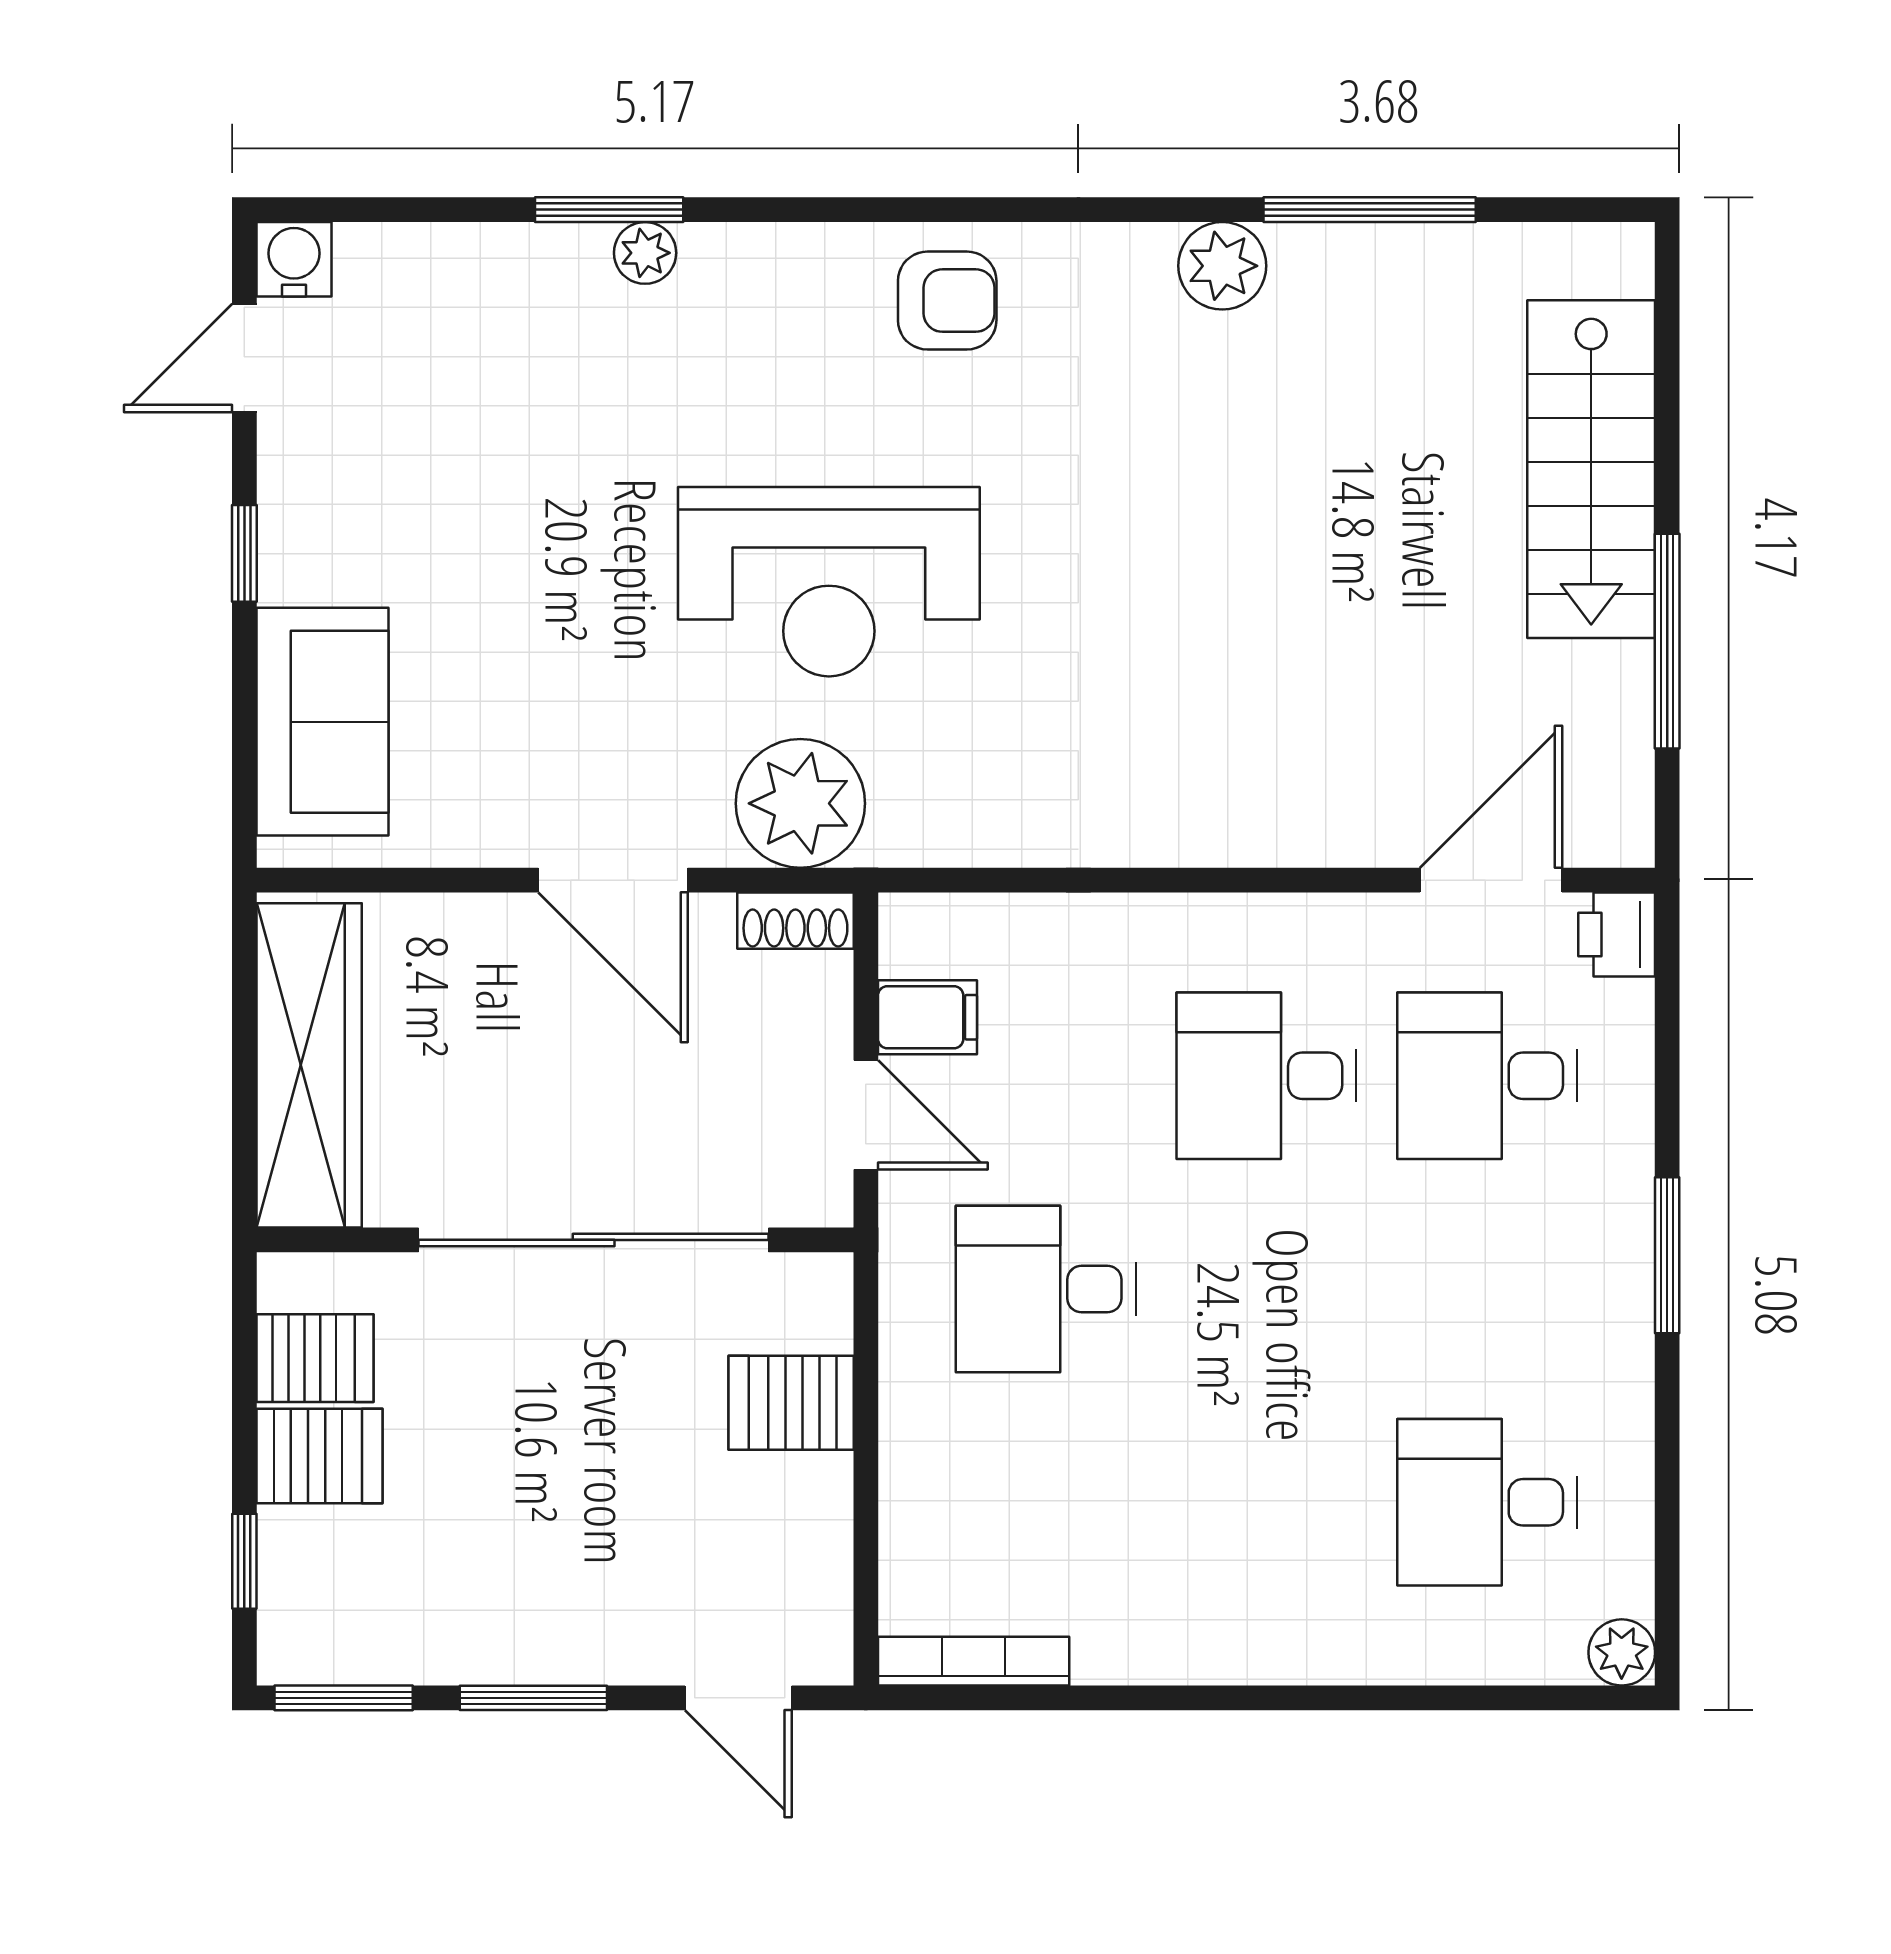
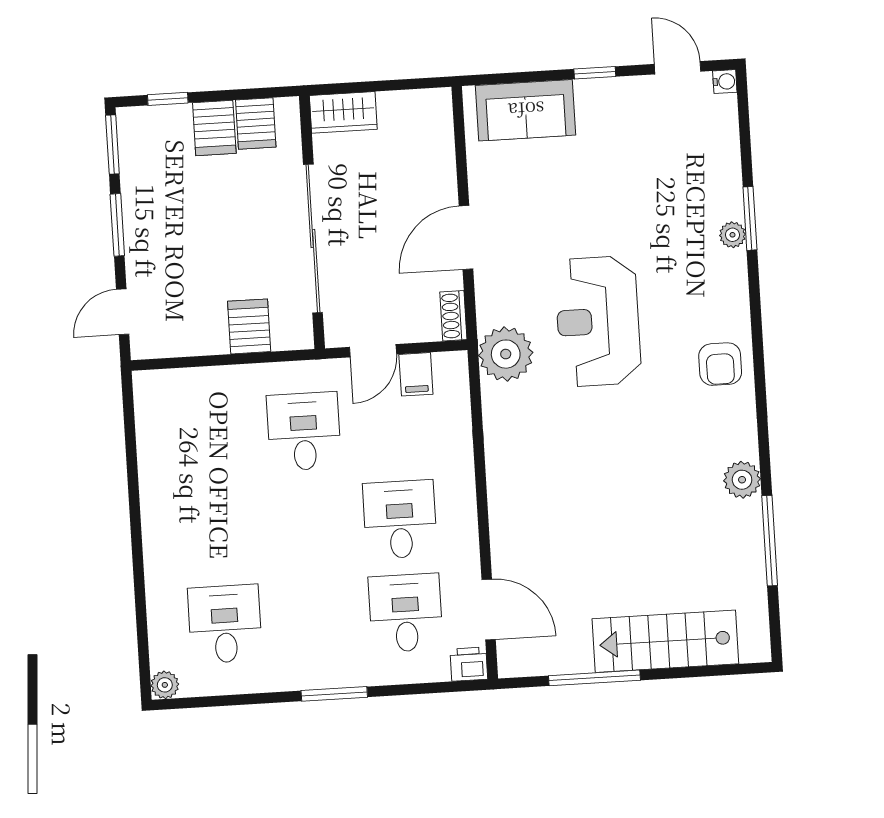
water cooler: (294, 259) -> (725, 82), width x0.72, depth x0.72
plant: (800, 803) -> (506, 354), moved
wardrobe: (309, 1065) -> (343, 112), width x0.48, depth x0.85
bookcase: (974, 1661) -> (144, 410), removed

